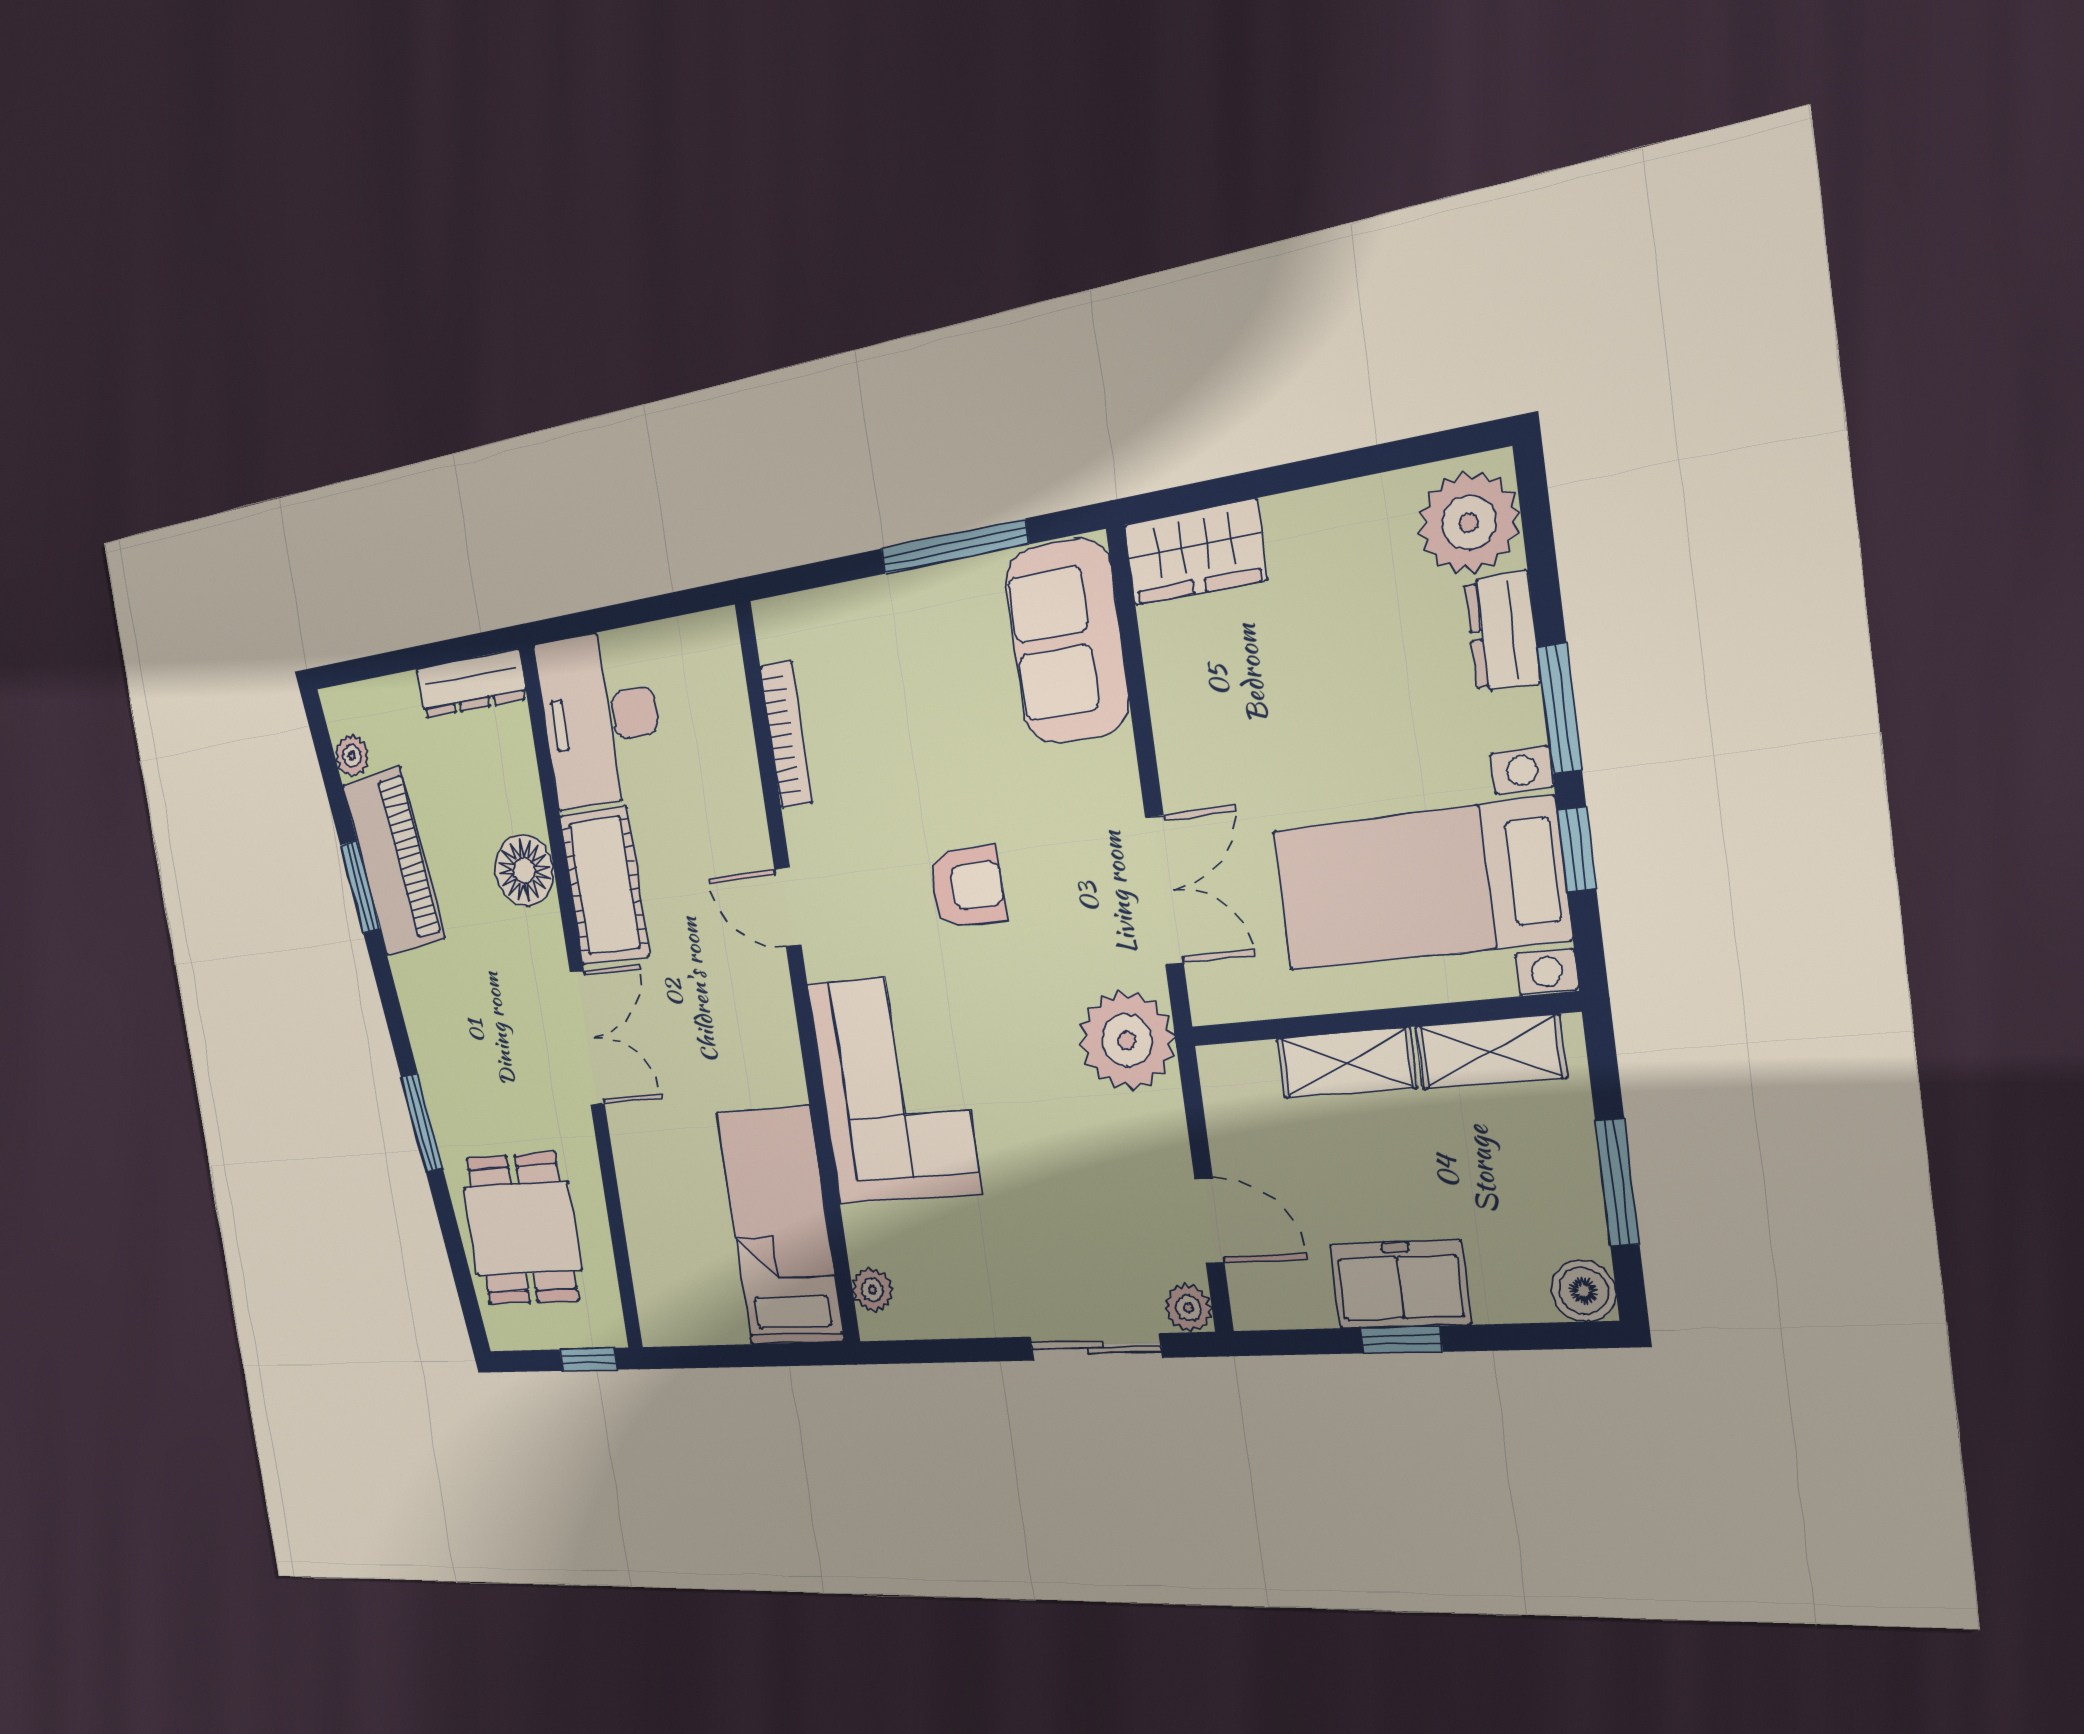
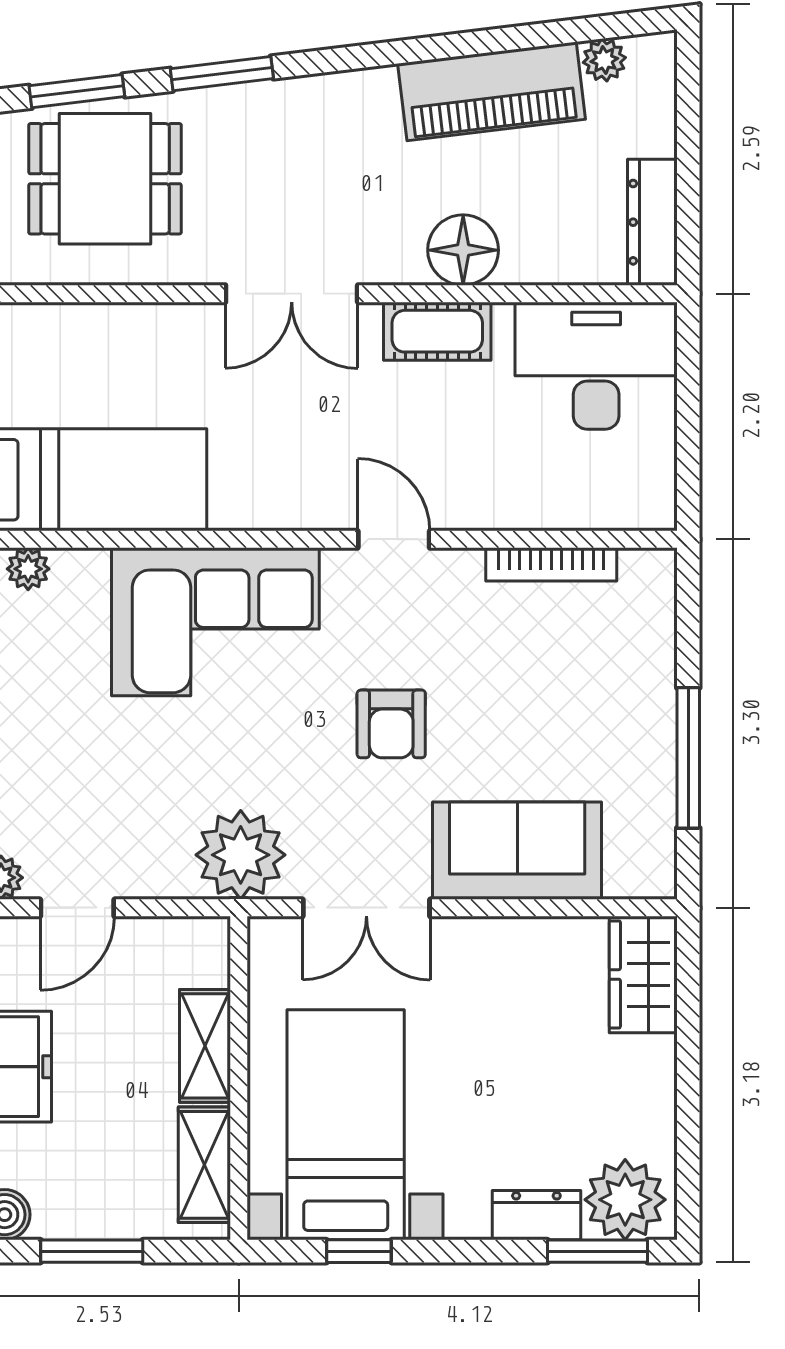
sofa: (1067, 641) -> (517, 851), moved
window: (1559, 709) -> (597, 1251), moved
cot: (604, 886) -> (437, 331), width x0.73, depth x0.75
window: (360, 887) -> (77, 91), moved
door: (788, 907) -> (394, 539), hinge flipped

